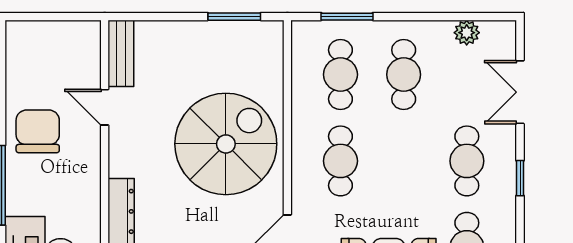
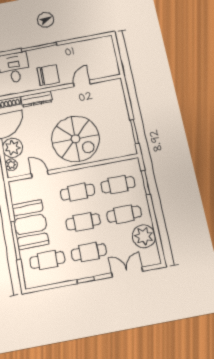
plant: (467, 33) -> (144, 236), width x1.87, depth x1.87
bench: (121, 53) -> (107, 86), removed
chair: (38, 131) -> (48, 75), moved
cafe table: (404, 161) -> (83, 222), added

